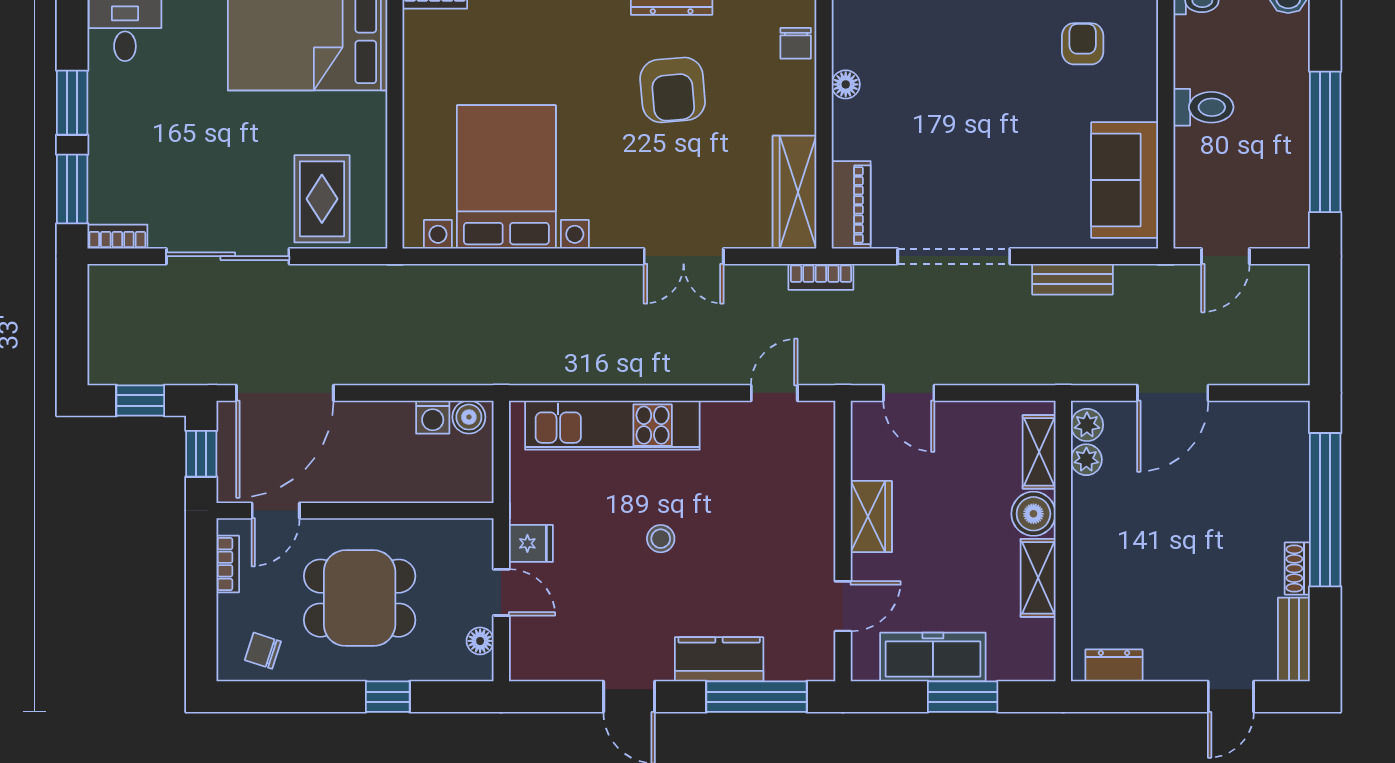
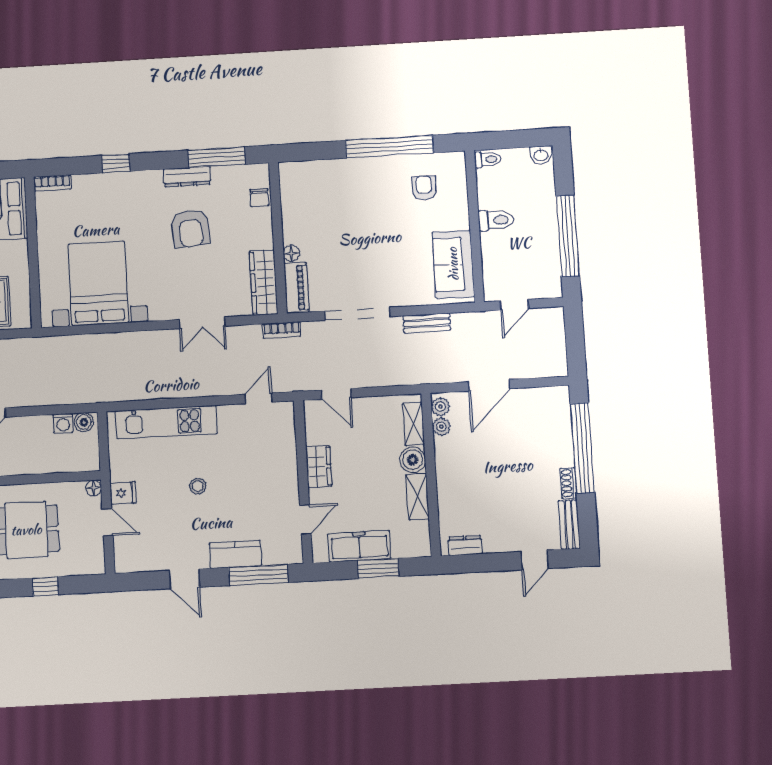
floor lamp: (846, 84) -> (291, 253), moved
floor lamp: (480, 641) -> (94, 488), moved

